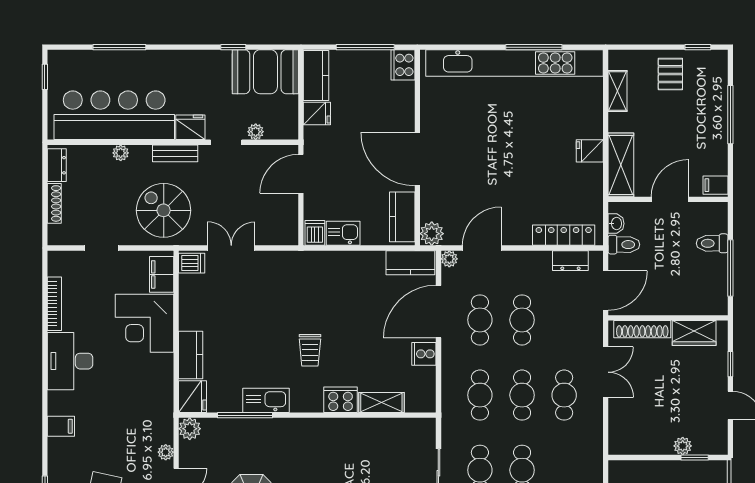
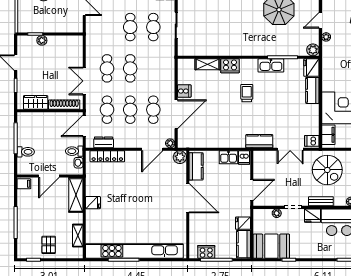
cooker: (403, 65) -> (206, 252), moved, turned -90
kitchen counter: (410, 263) -> (259, 141), moved
cafe table: (480, 395) -> (107, 110), moved

